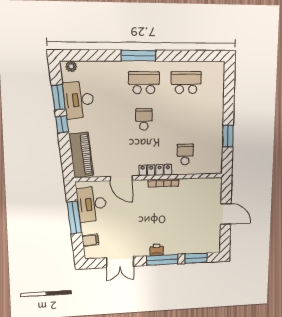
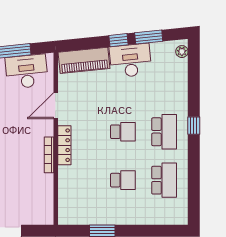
window: (138, 56) -> (194, 126), width x0.46
desk: (79, 100) -> (130, 61), moved
school desk: (185, 155) -> (123, 180), moved

